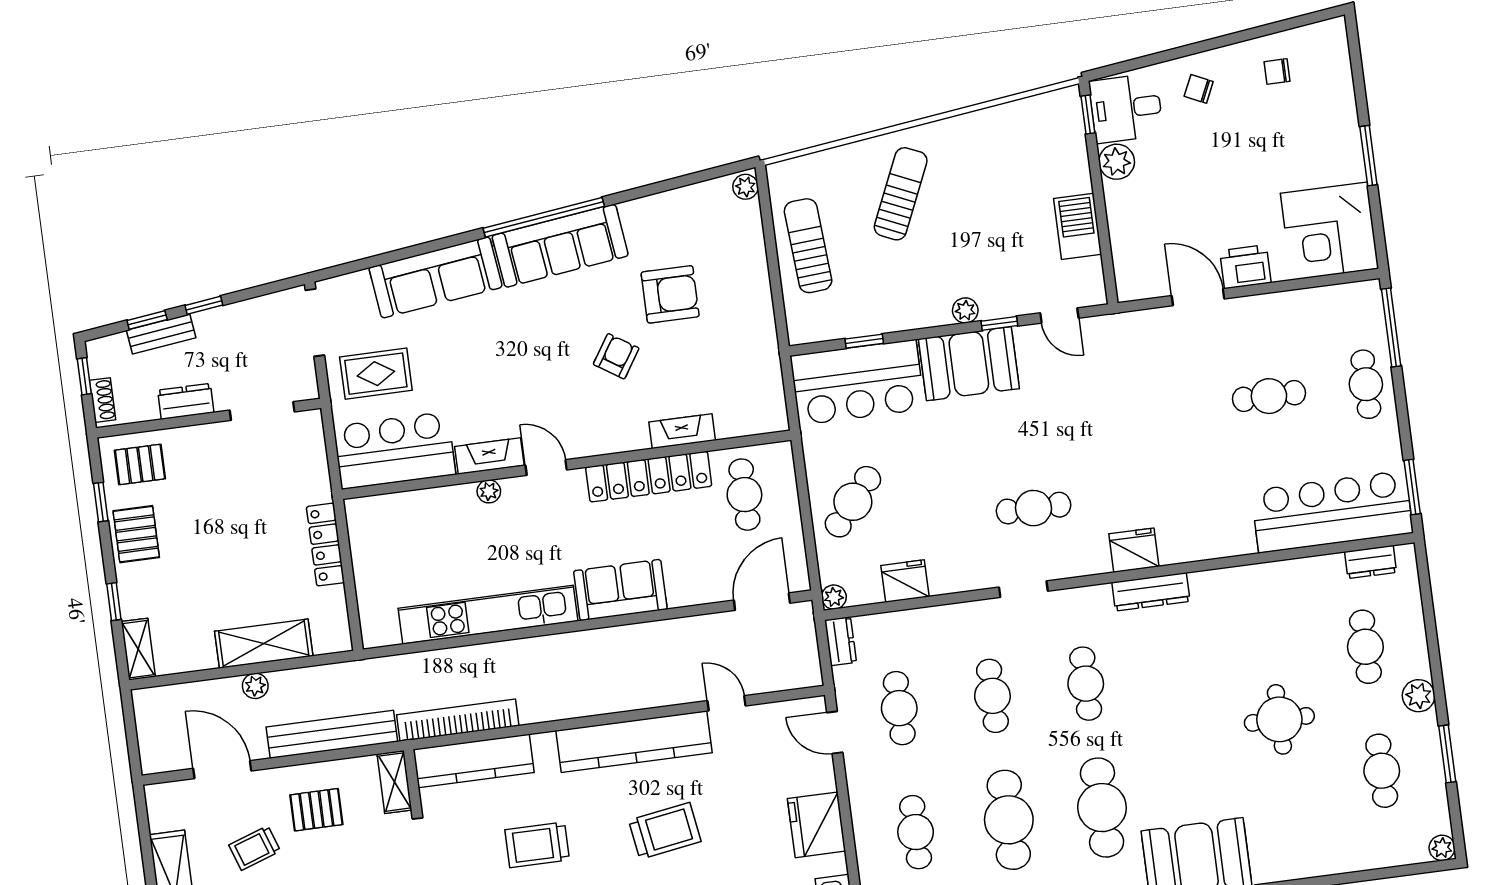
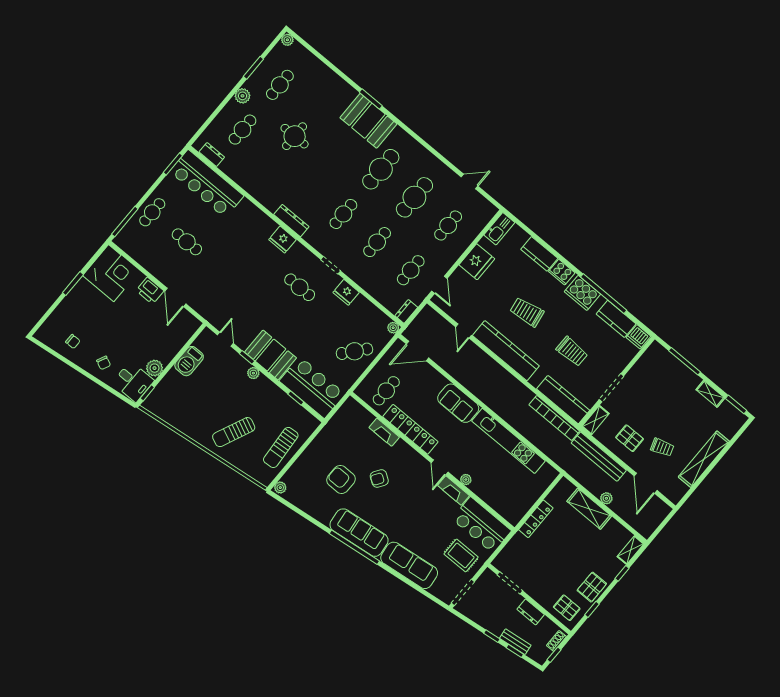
fridge: (905, 581) -> (346, 292), moved

